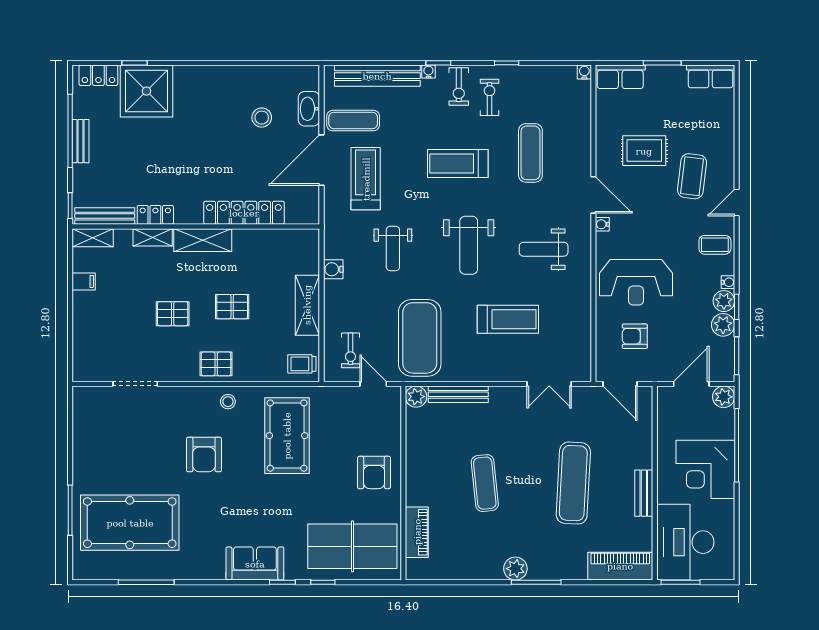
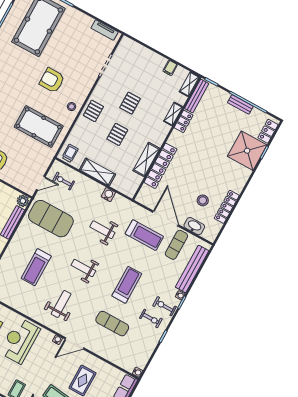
locker: (251, 75) -> (227, 207), added
shelving: (203, 240) -> (146, 159), moved
weight bench: (469, 245) -> (83, 268), width x0.73, depth x0.75
tv unit: (81, 416) -> (105, 30), added

